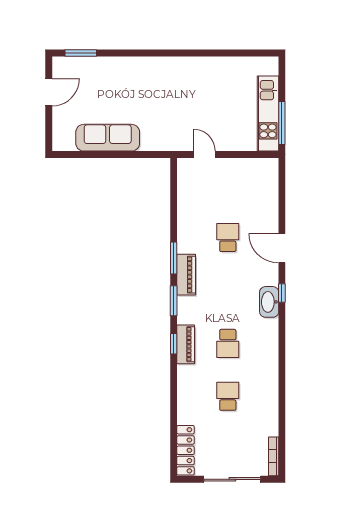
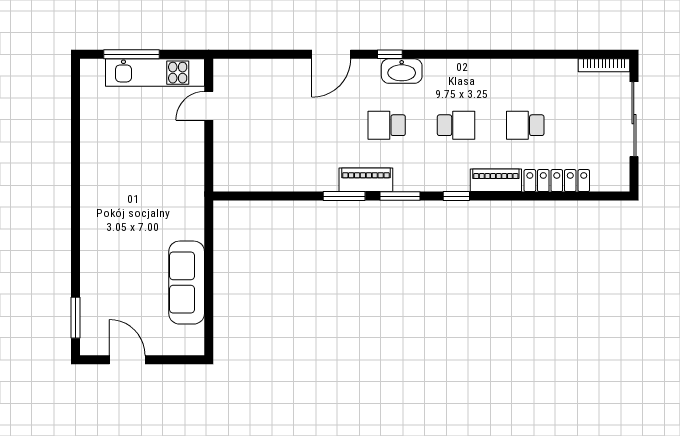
window: (282, 123) -> (131, 54), moved
door: (204, 155) -> (209, 106), moved
school desk: (228, 238) -> (387, 125), moved
piano: (186, 344) -> (496, 180), moved
locker: (185, 450) -> (557, 181), moved

